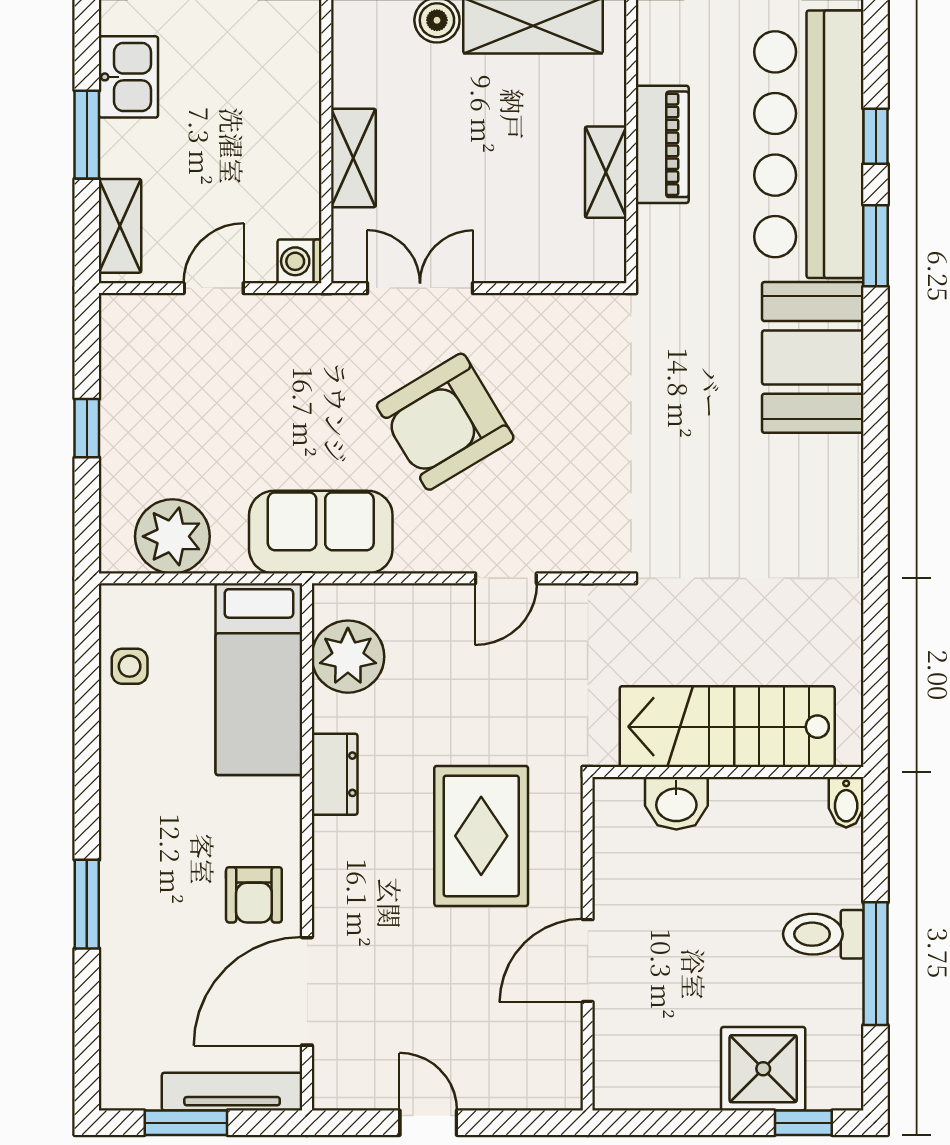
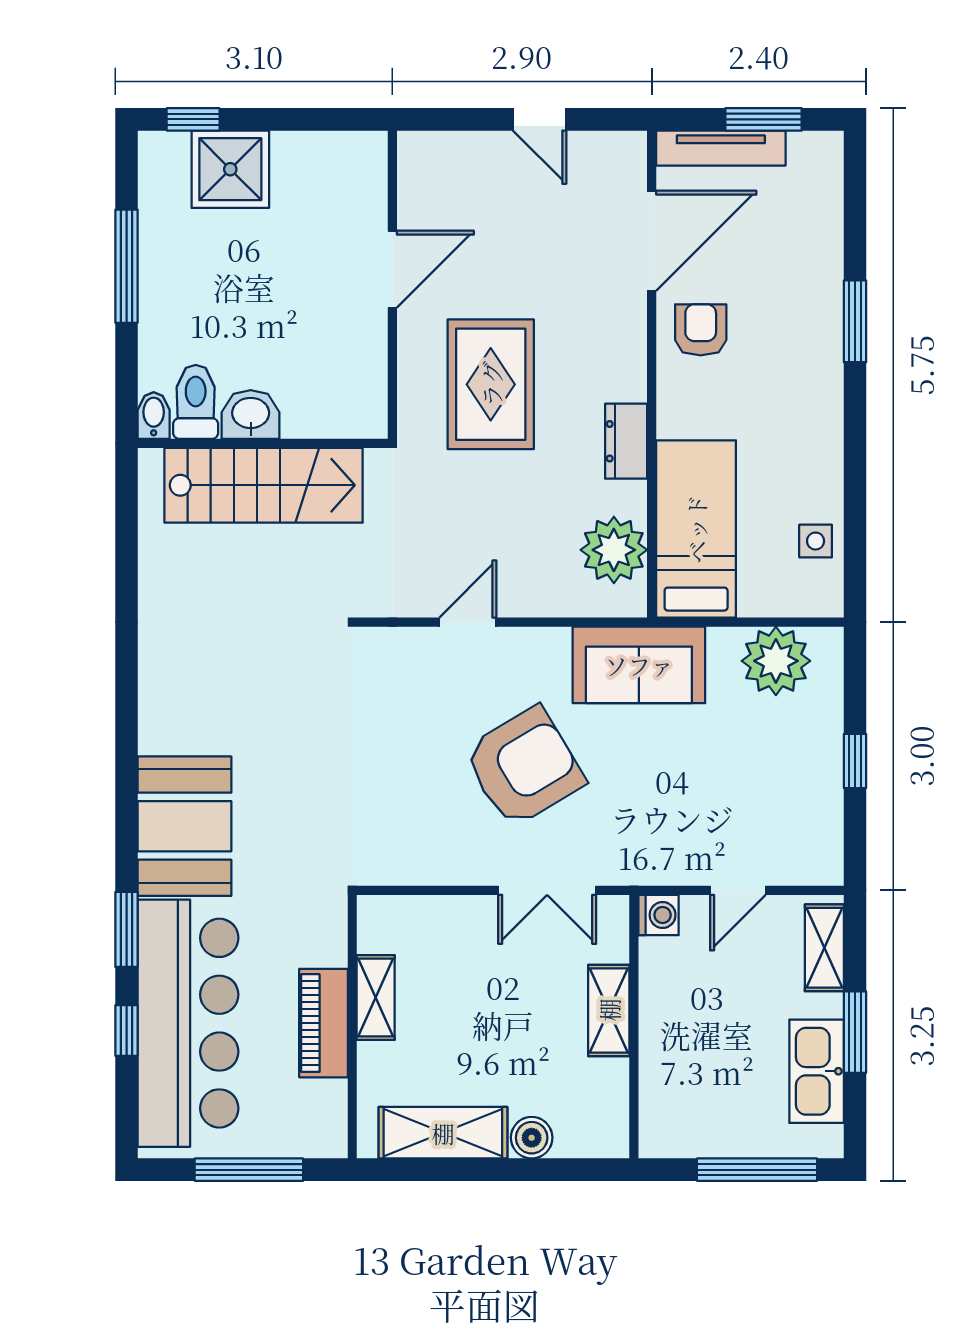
kitchen sink: (128, 77) -> (817, 1071), width x1.38
washbasin: (676, 803) -> (251, 414), moved
toilet: (823, 934) -> (196, 402), moved, turned -90

